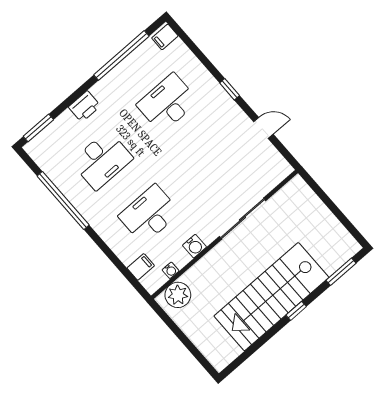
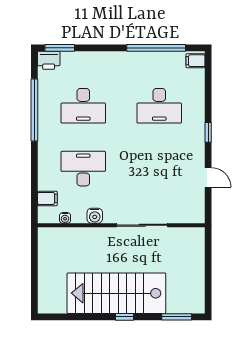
desk: (167, 103) -> (159, 106), turned 180
printer: (84, 106) -> (49, 60), moved
plant: (178, 295) -> (56, 238), removed

